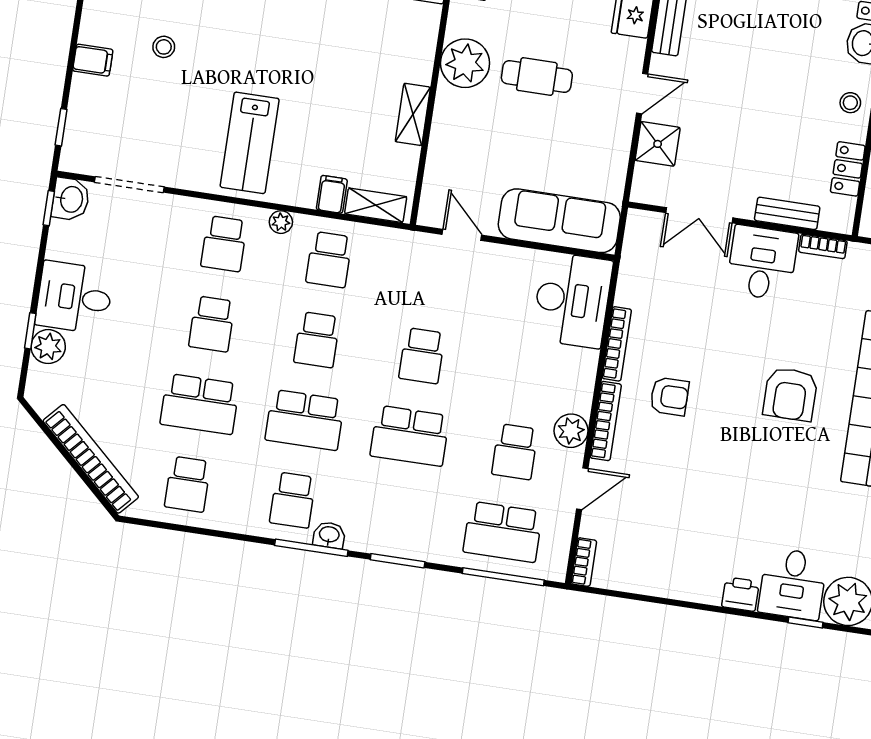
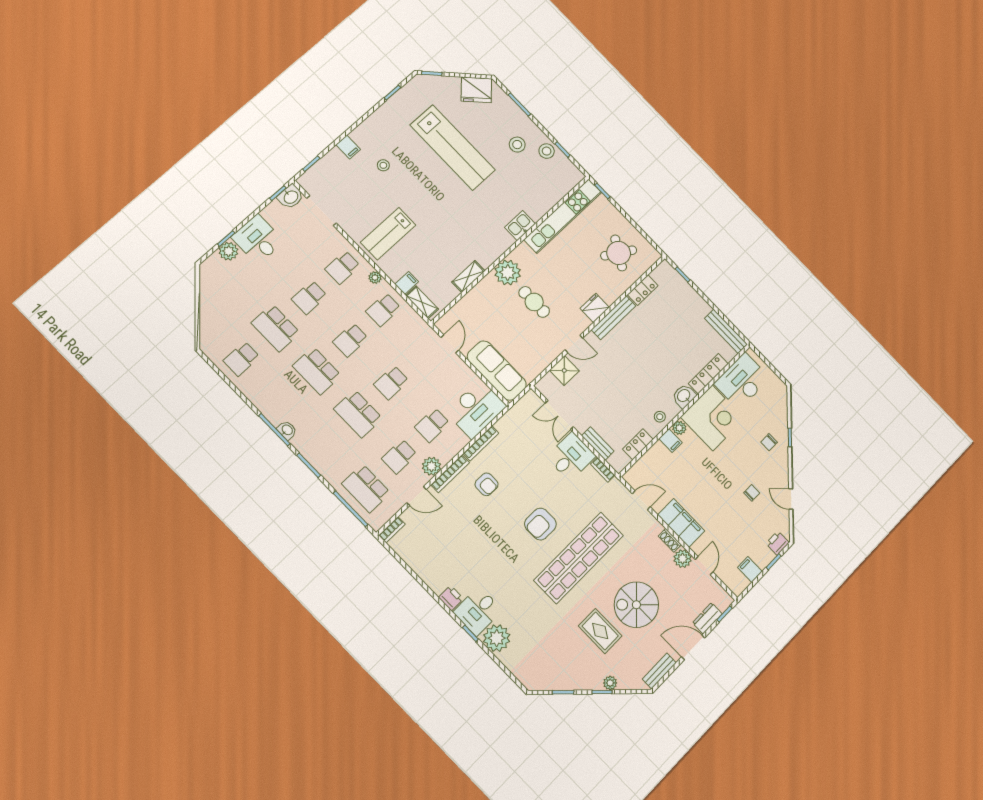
bookcase: (91, 459) -> (207, 314), removed
school desk: (293, 500) -> (432, 425), moved

